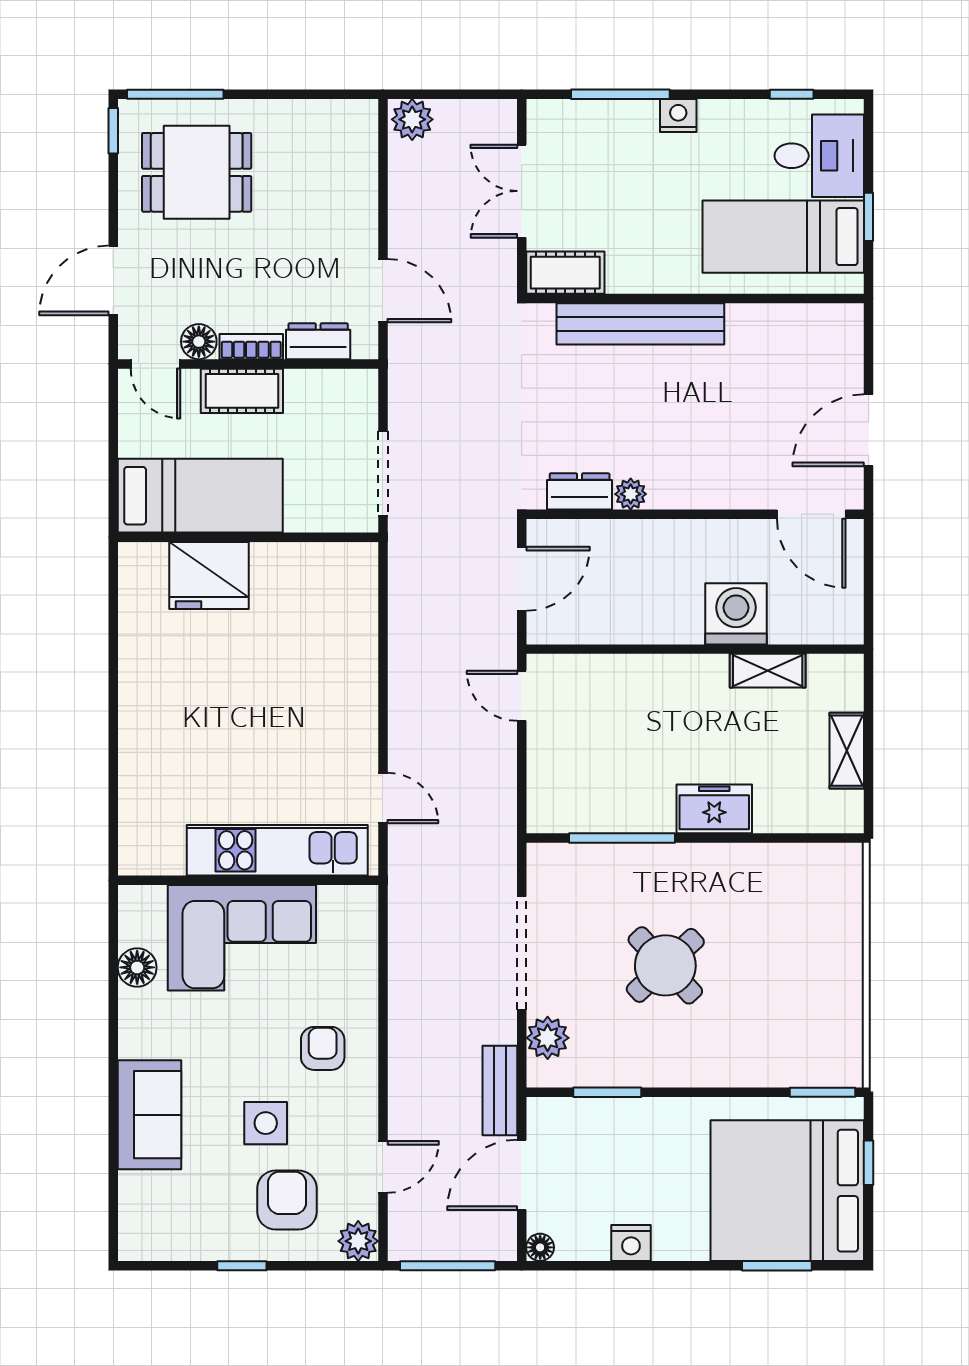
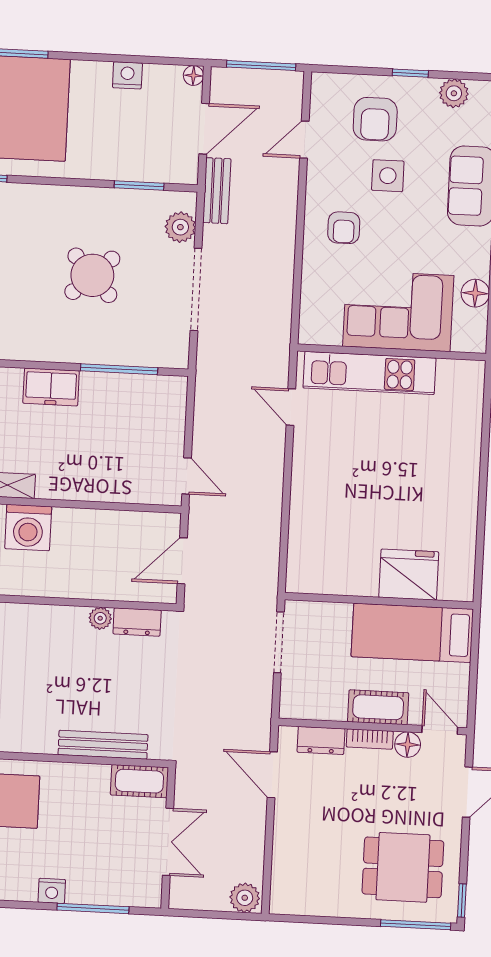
bench: (640, 324) -> (103, 745), width x0.73, depth x0.82
plant: (358, 1241) -> (454, 93), moved

